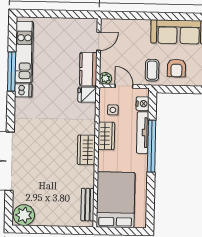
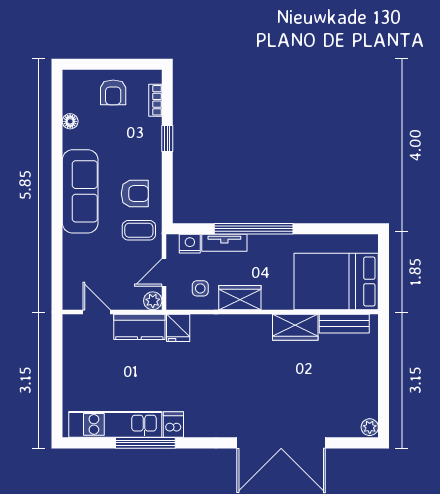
tv unit: (143, 133) -> (224, 243), width x0.71
wardrobe: (86, 150) -> (295, 327), moved
plant: (24, 215) -> (370, 427), width x0.53, depth x0.53

